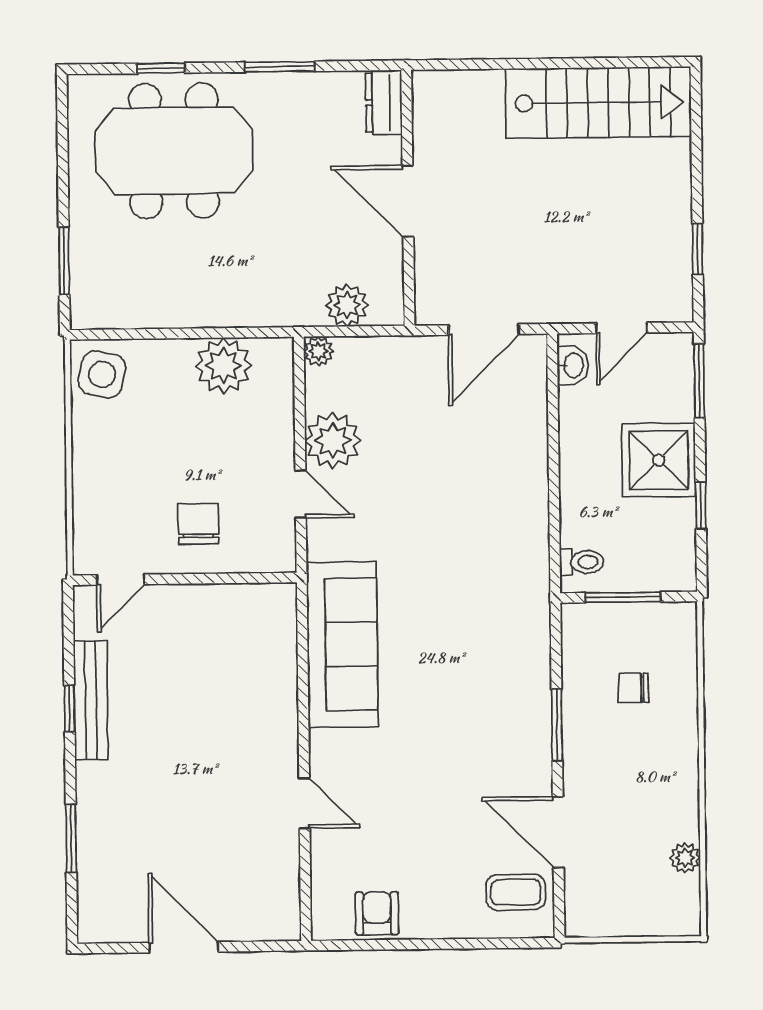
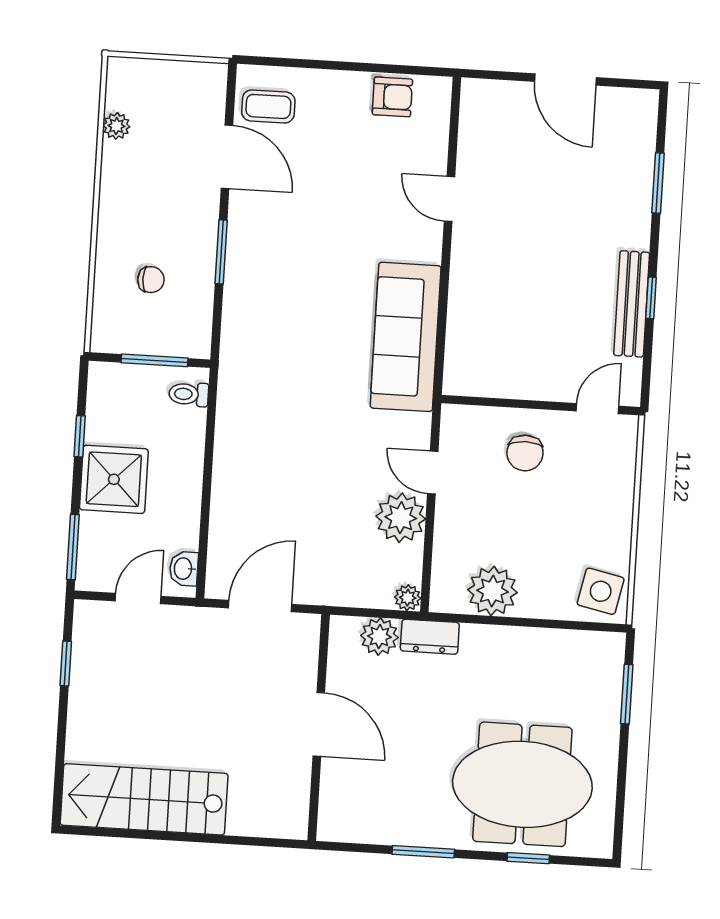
dresser: (384, 102) -> (430, 637), moved, turned 90
armchair: (377, 913) -> (392, 97), turned -90

